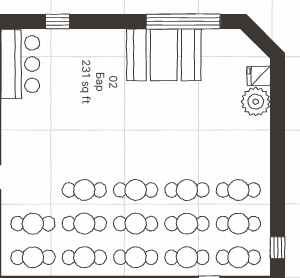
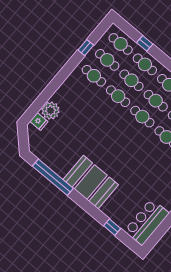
booth: (164, 55) -> (91, 182), moved
window: (278, 248) -> (86, 48), moved

